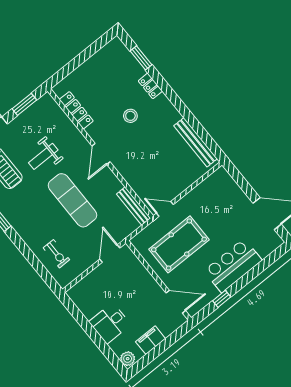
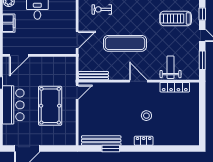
window: (141, 58) -> (111, 149), moved
locker: (150, 86) -> (144, 141), moved
weight bench: (43, 156) -> (171, 67), moved
pool table: (179, 244) -> (50, 106), moved
door: (110, 254) -> (77, 40), hinge flipped

